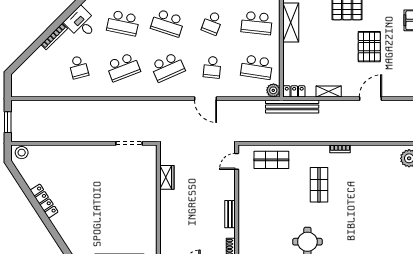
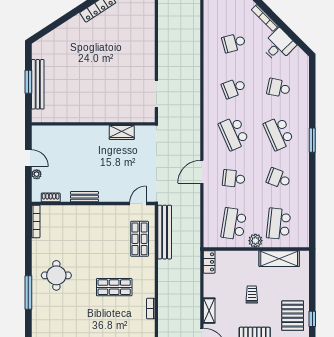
school desk: (123, 23) -> (279, 88), width x0.54
school desk: (168, 23) -> (279, 133), turned -42
trolley: (326, 49) -> (252, 294), added
school desk: (123, 67) -> (234, 88), width x0.54
plant: (273, 90) -> (255, 241), moved
shelving: (329, 91) -> (209, 311), moved
bench: (292, 107) -> (165, 232), moved
door: (237, 161) -> (138, 204), hinge flipped

